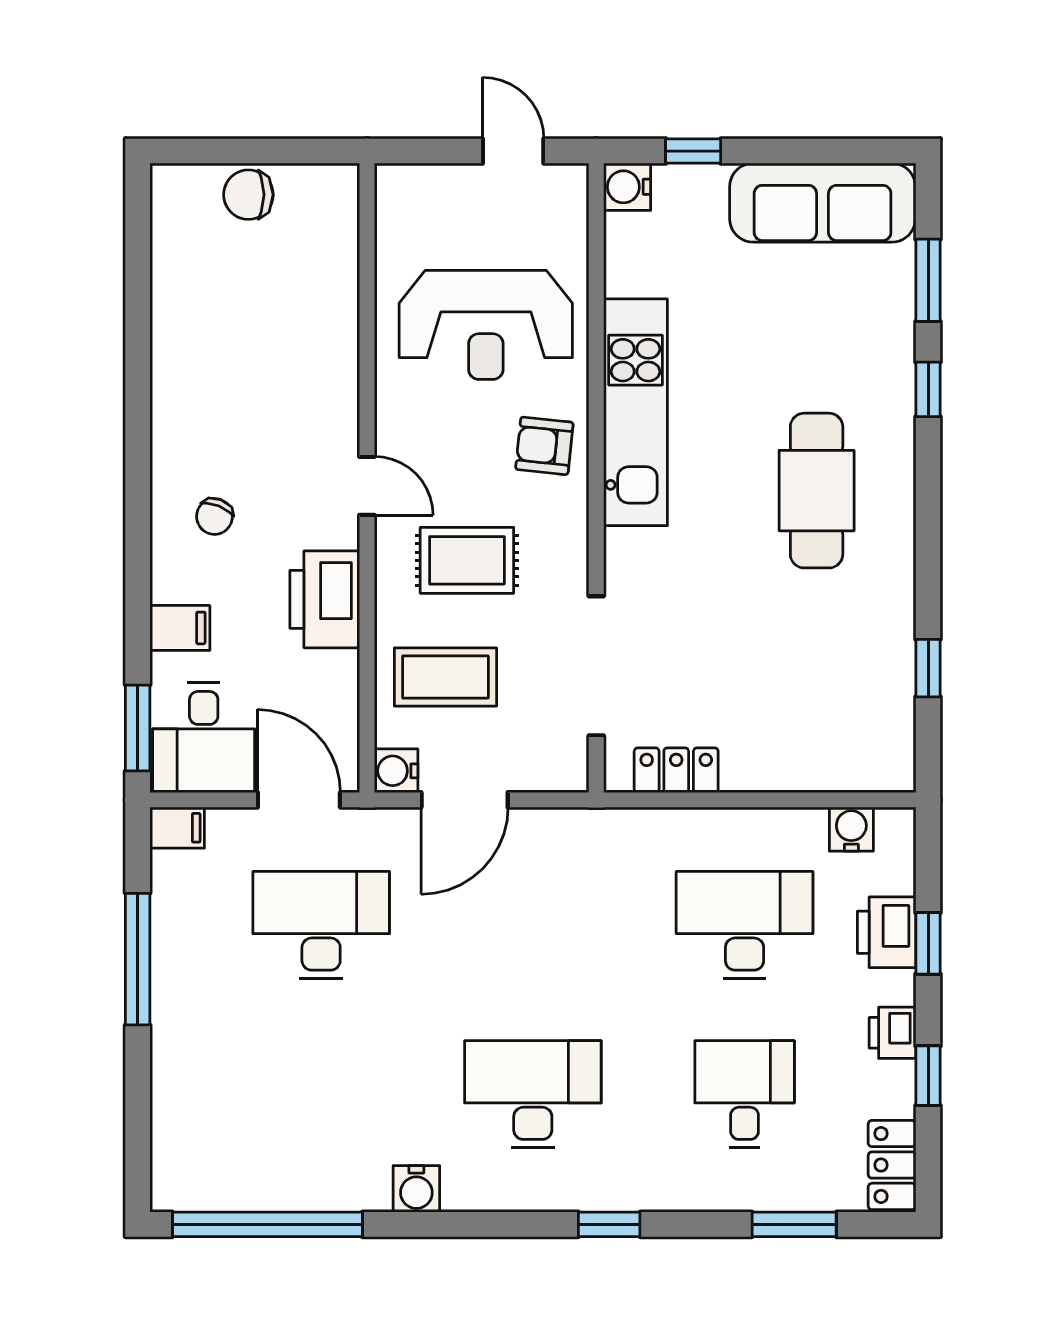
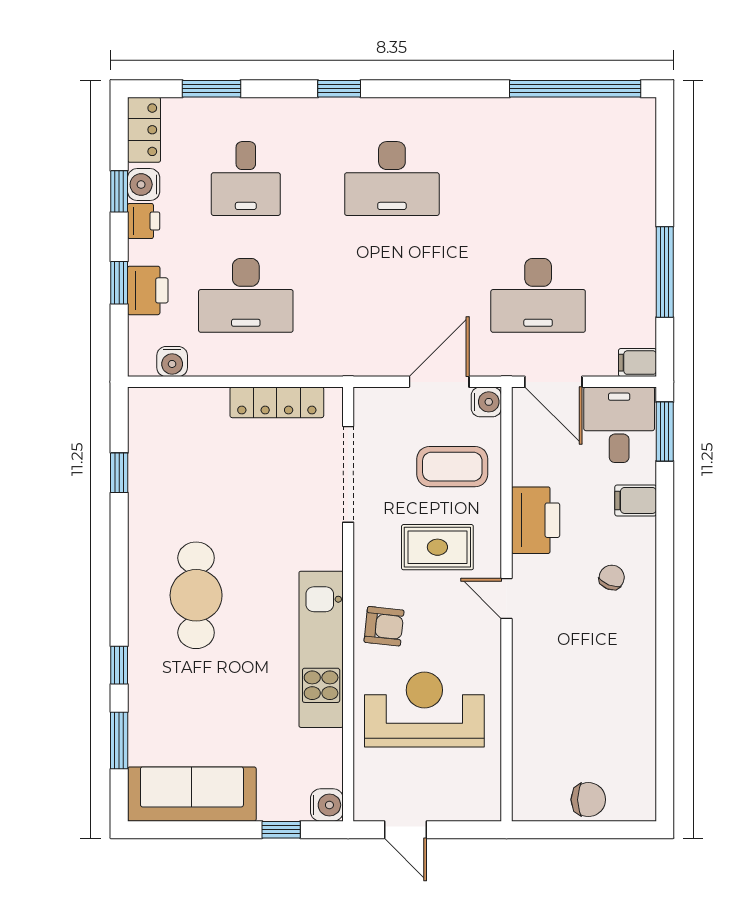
locker: (676, 770) -> (277, 402), width x1.53
water cooler: (416, 1189) -> (144, 185), moved, turned -90

